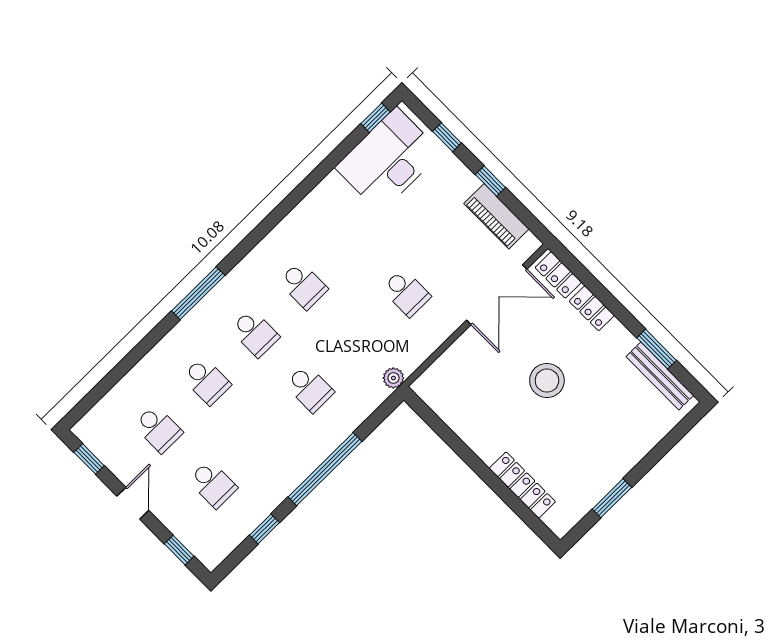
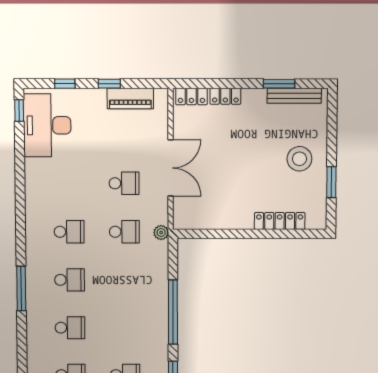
double door: (497, 295) -> (171, 168), moved
stool: (547, 381) -> (299, 159), moved
school desk: (309, 388) -> (124, 232), moved

